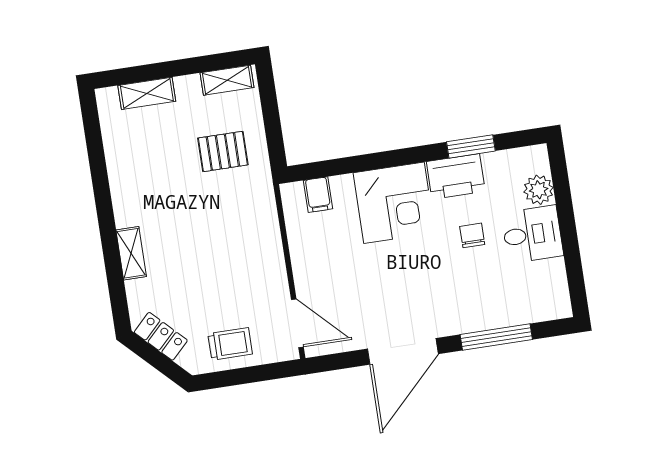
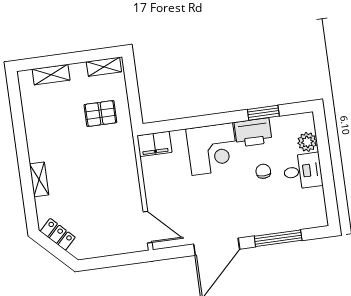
filing cabinet: (318, 195) -> (154, 144), width x2.00
trolley: (230, 344) -> (103, 240), removed

